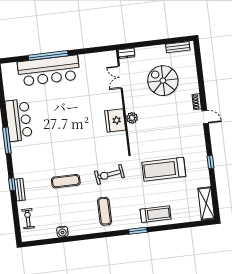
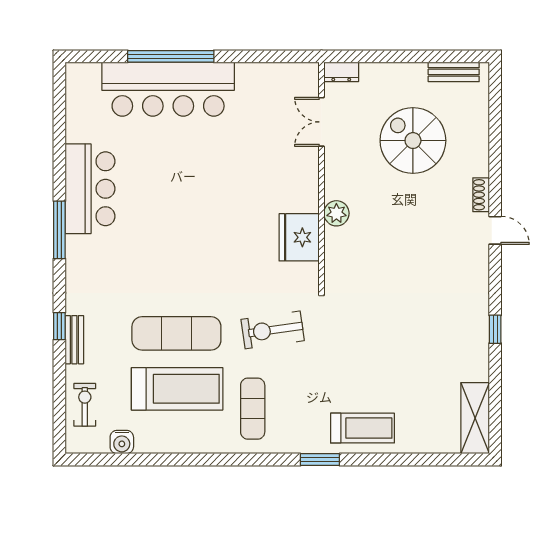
fridge: (115, 120) -> (299, 237), moved
treadmill: (164, 169) -> (177, 389), moved, turned 180
exercise mat: (66, 181) -> (176, 333), width x1.36, depth x1.45
water cooler: (62, 232) -> (122, 442), moved

